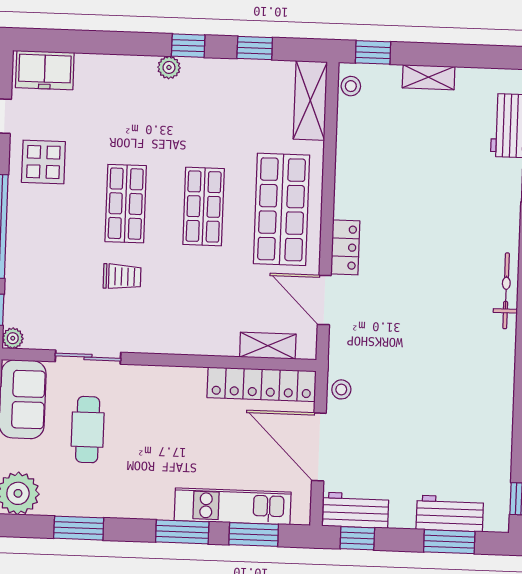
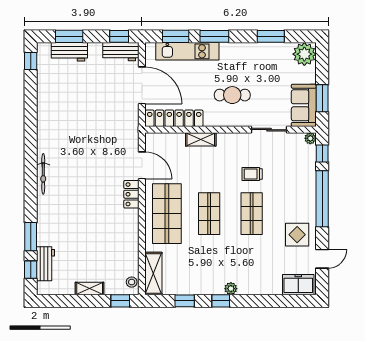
shelving: (268, 346) -> (201, 139), moved
stool: (341, 389) -> (131, 117), removed
cafe table: (88, 430) -> (232, 95), moved, turned 90

